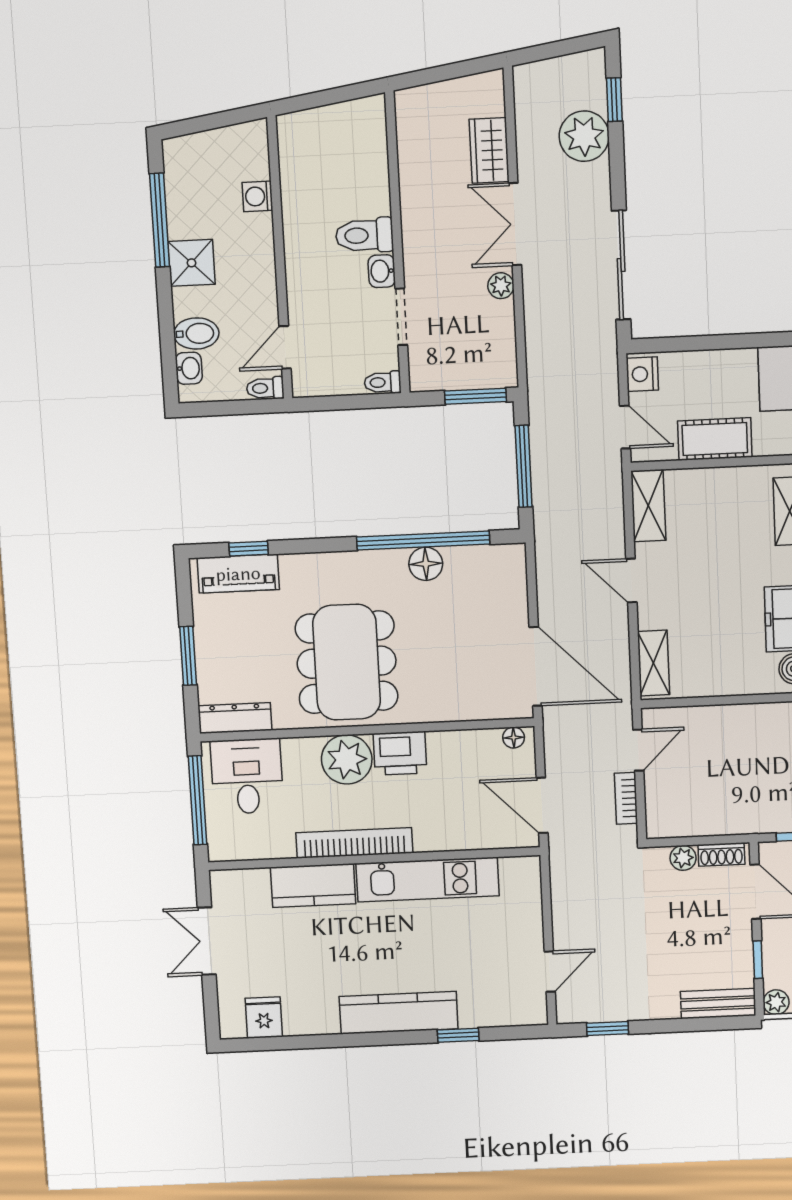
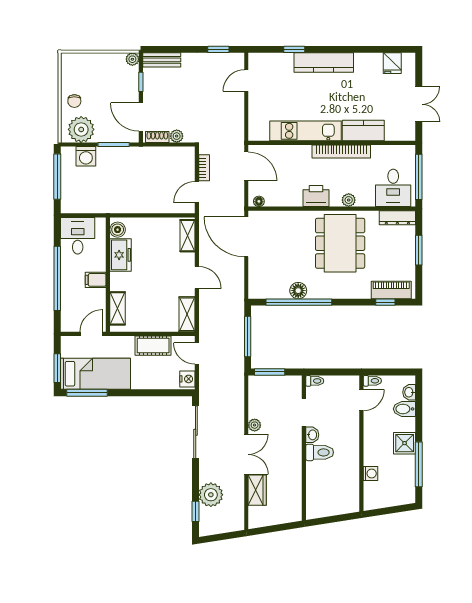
plant: (347, 759) -> (349, 200), width x0.53, depth x0.53

